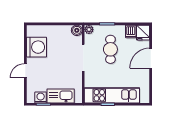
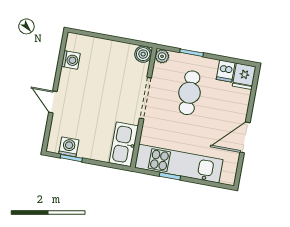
washing machine: (36, 47) -> (71, 60), width x0.53, depth x0.53
door: (151, 58) -> (245, 137), moved
door: (25, 71) -> (53, 102), hinge flipped
kitchen sink: (61, 96) -> (124, 144), moved, turned -90

